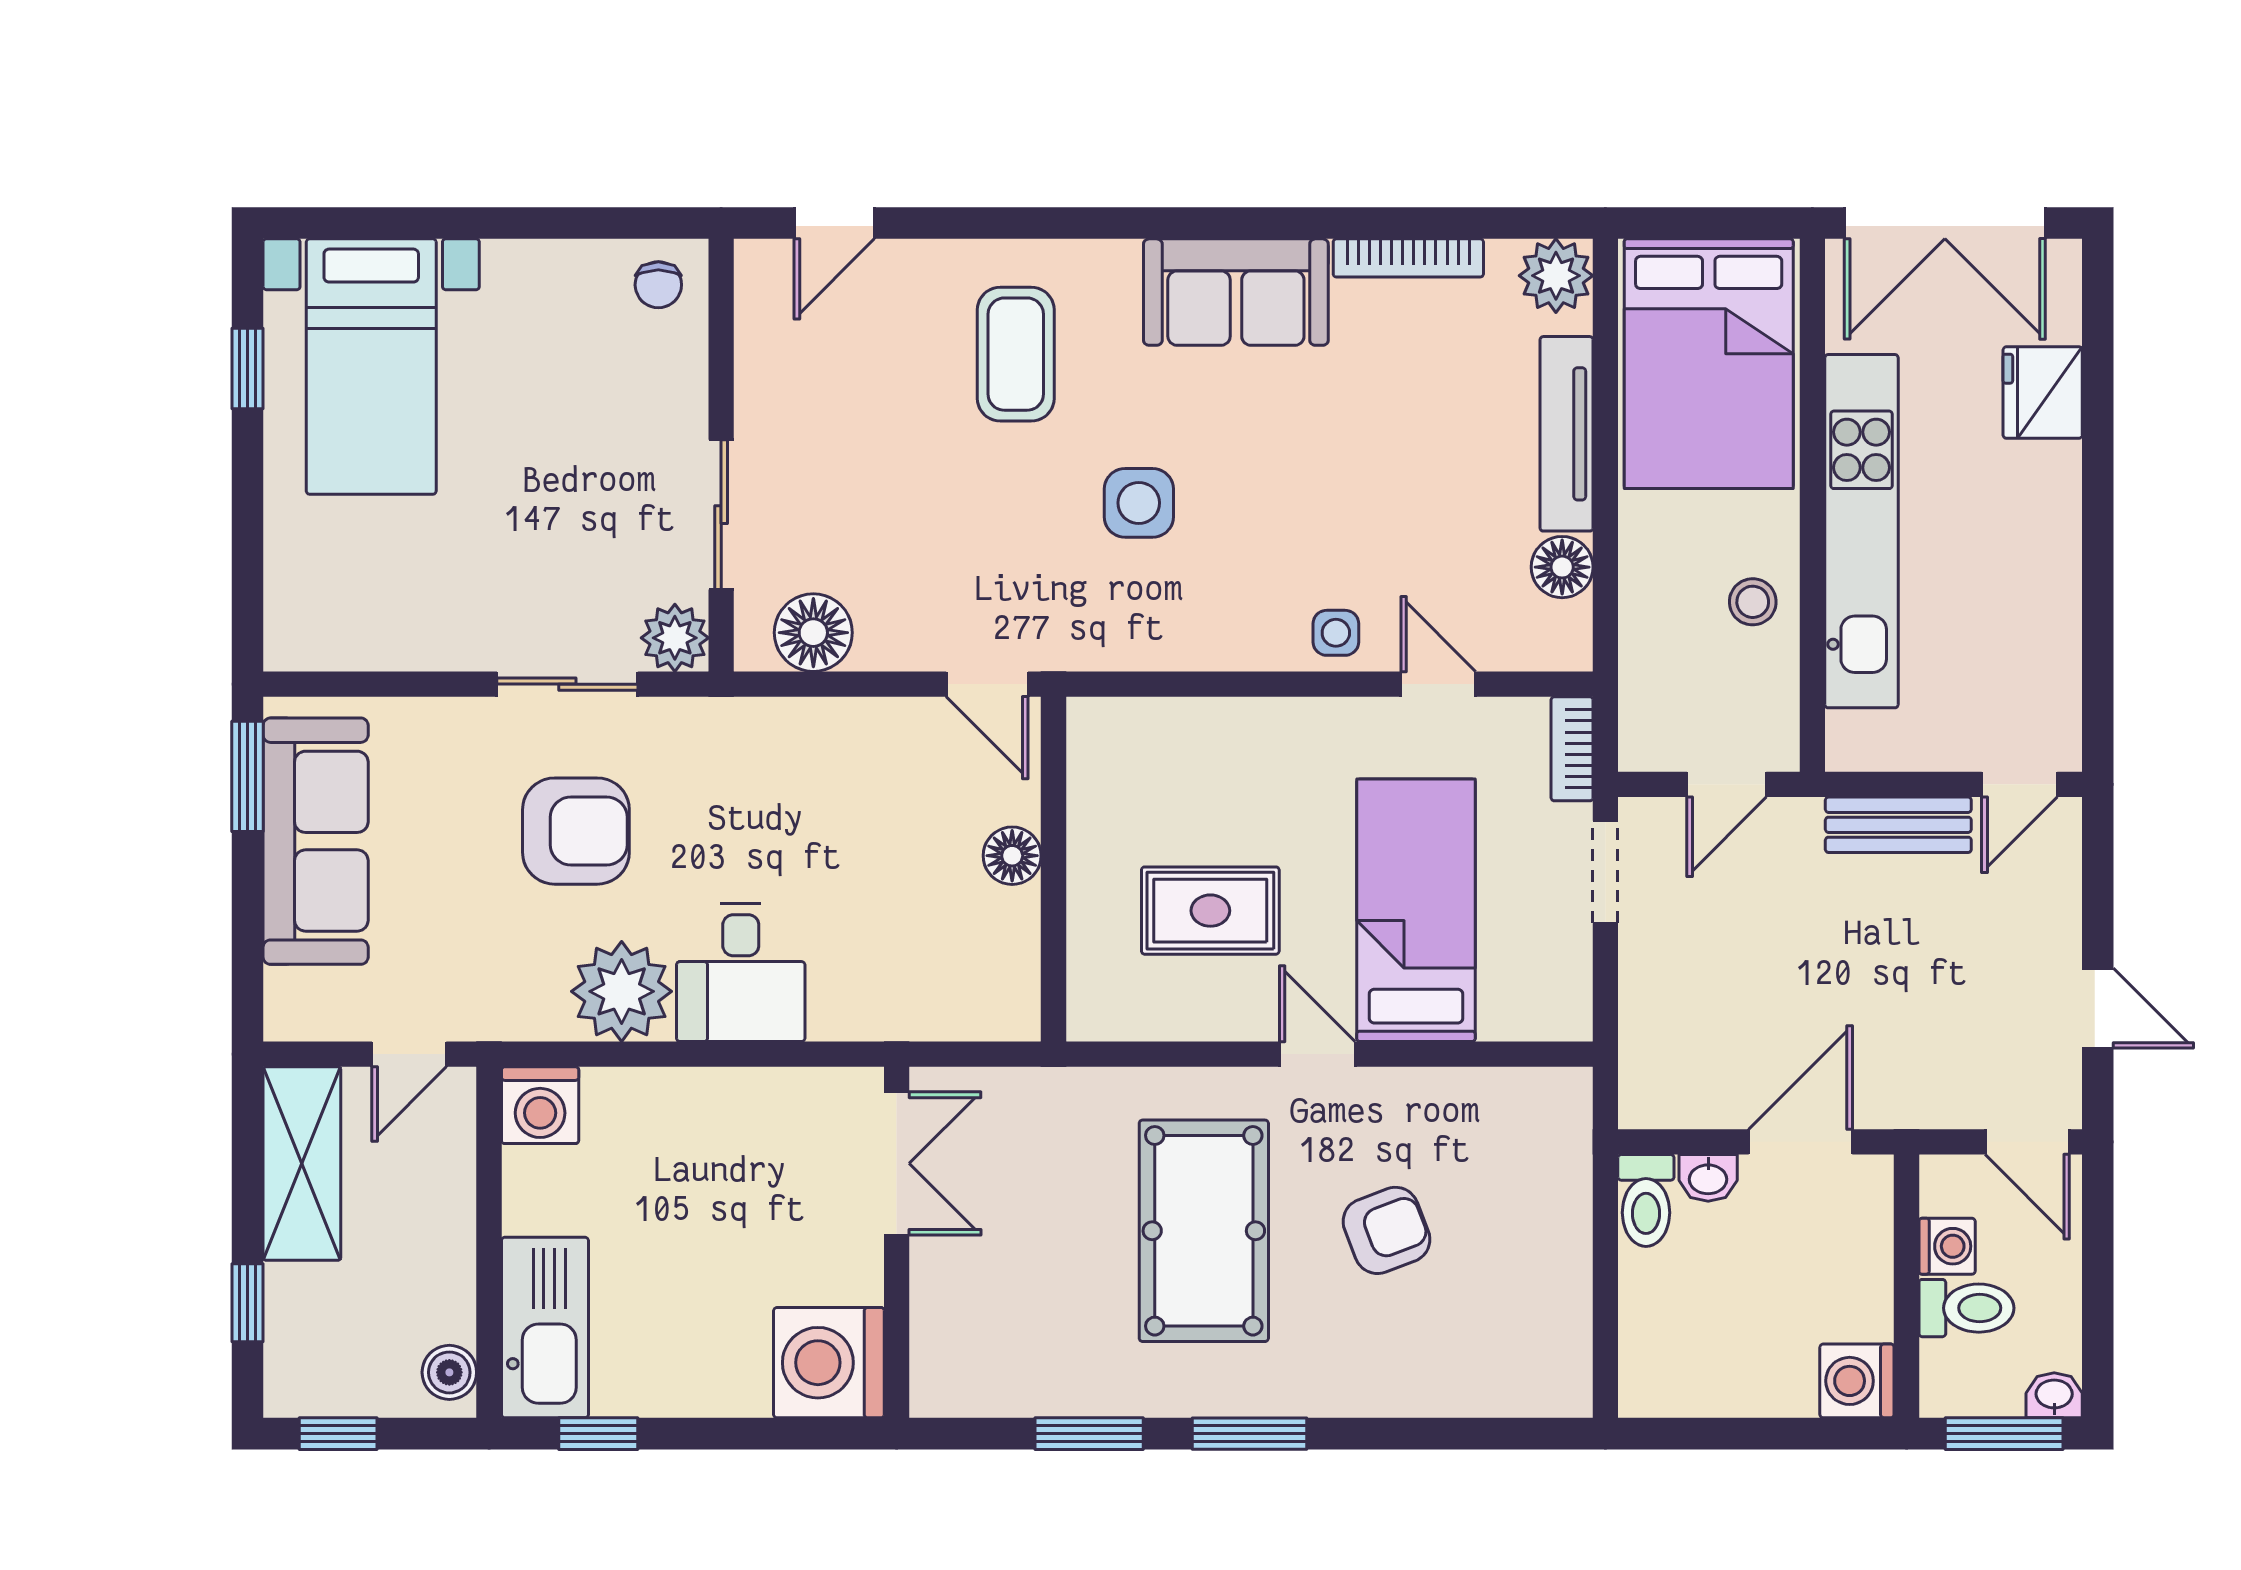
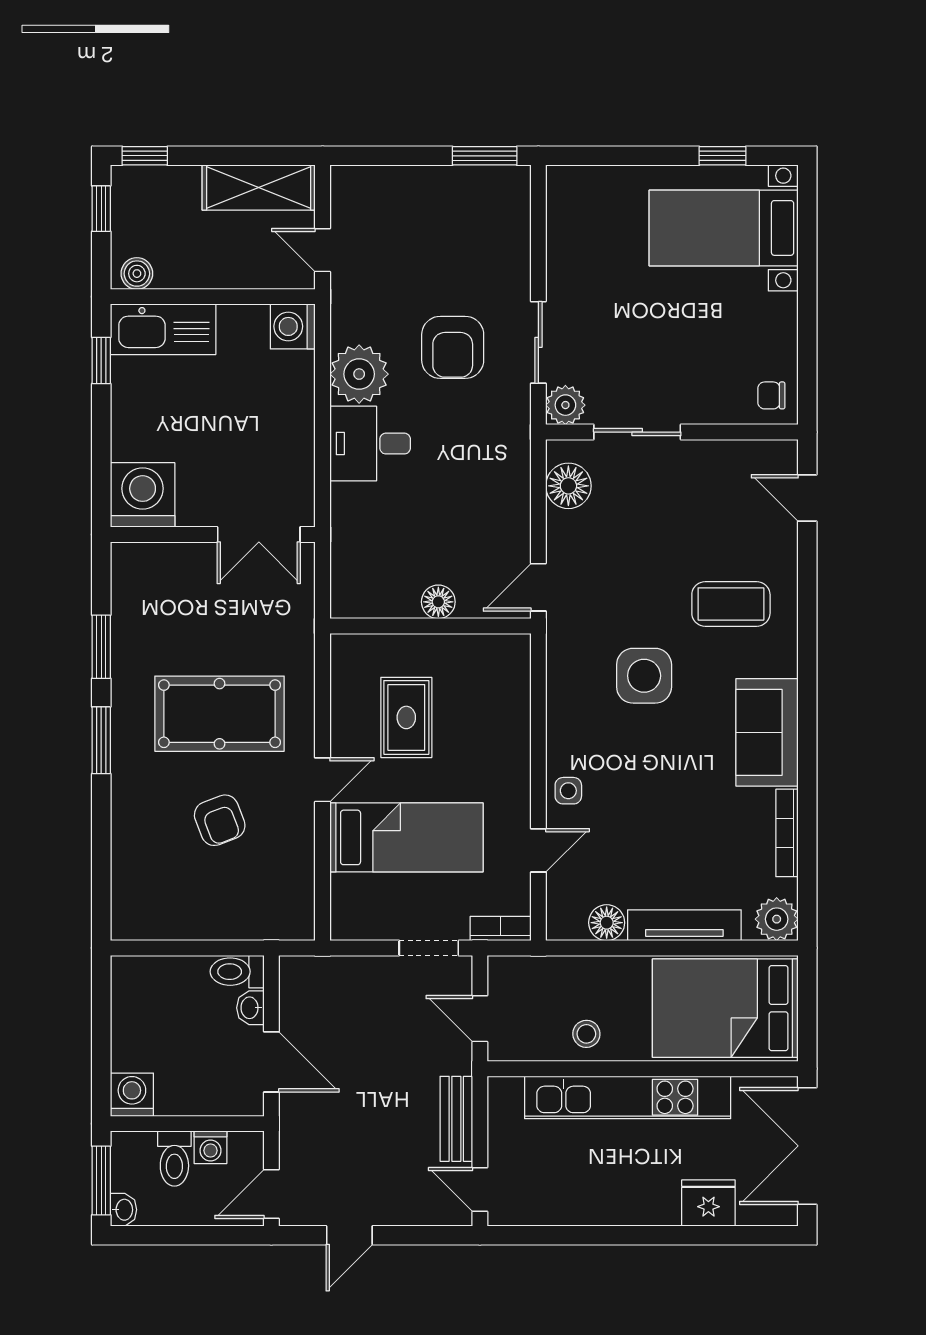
side table: (1139, 503) -> (644, 676), width x1.37, depth x1.37
sofa: (316, 841) -> (447, 196), removed
window: (248, 1303) -> (145, 156), moved

